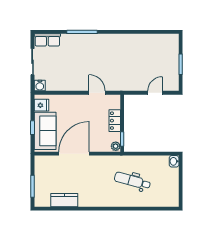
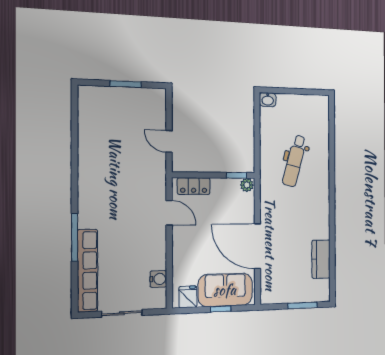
row of seats: (47, 40) -> (87, 271), width x2.02
water cooler: (40, 86) -> (158, 279), moved
door: (97, 93) -> (169, 213), swing flipped
door: (155, 93) -> (169, 141), moved
locker: (115, 121) -> (194, 186), moved

